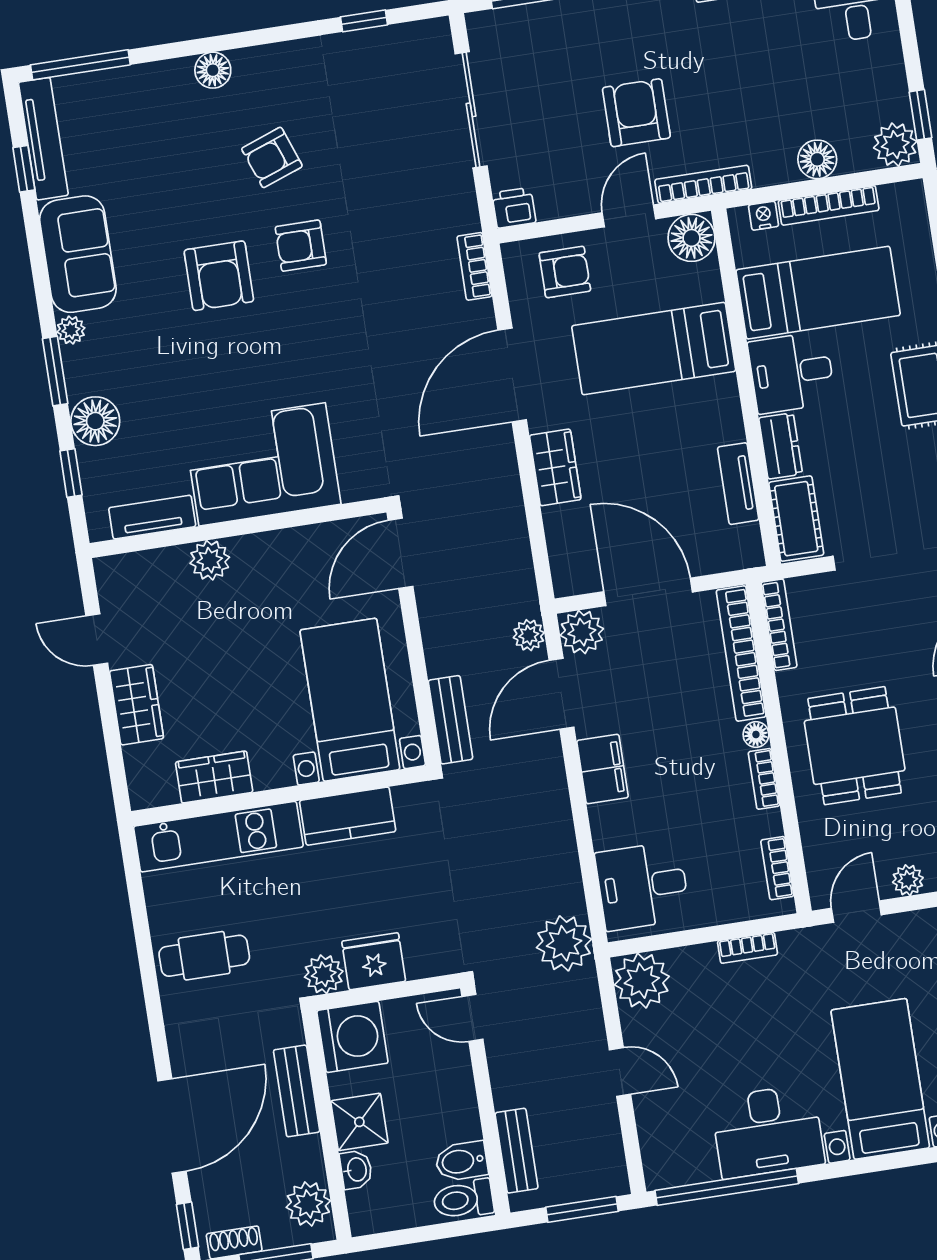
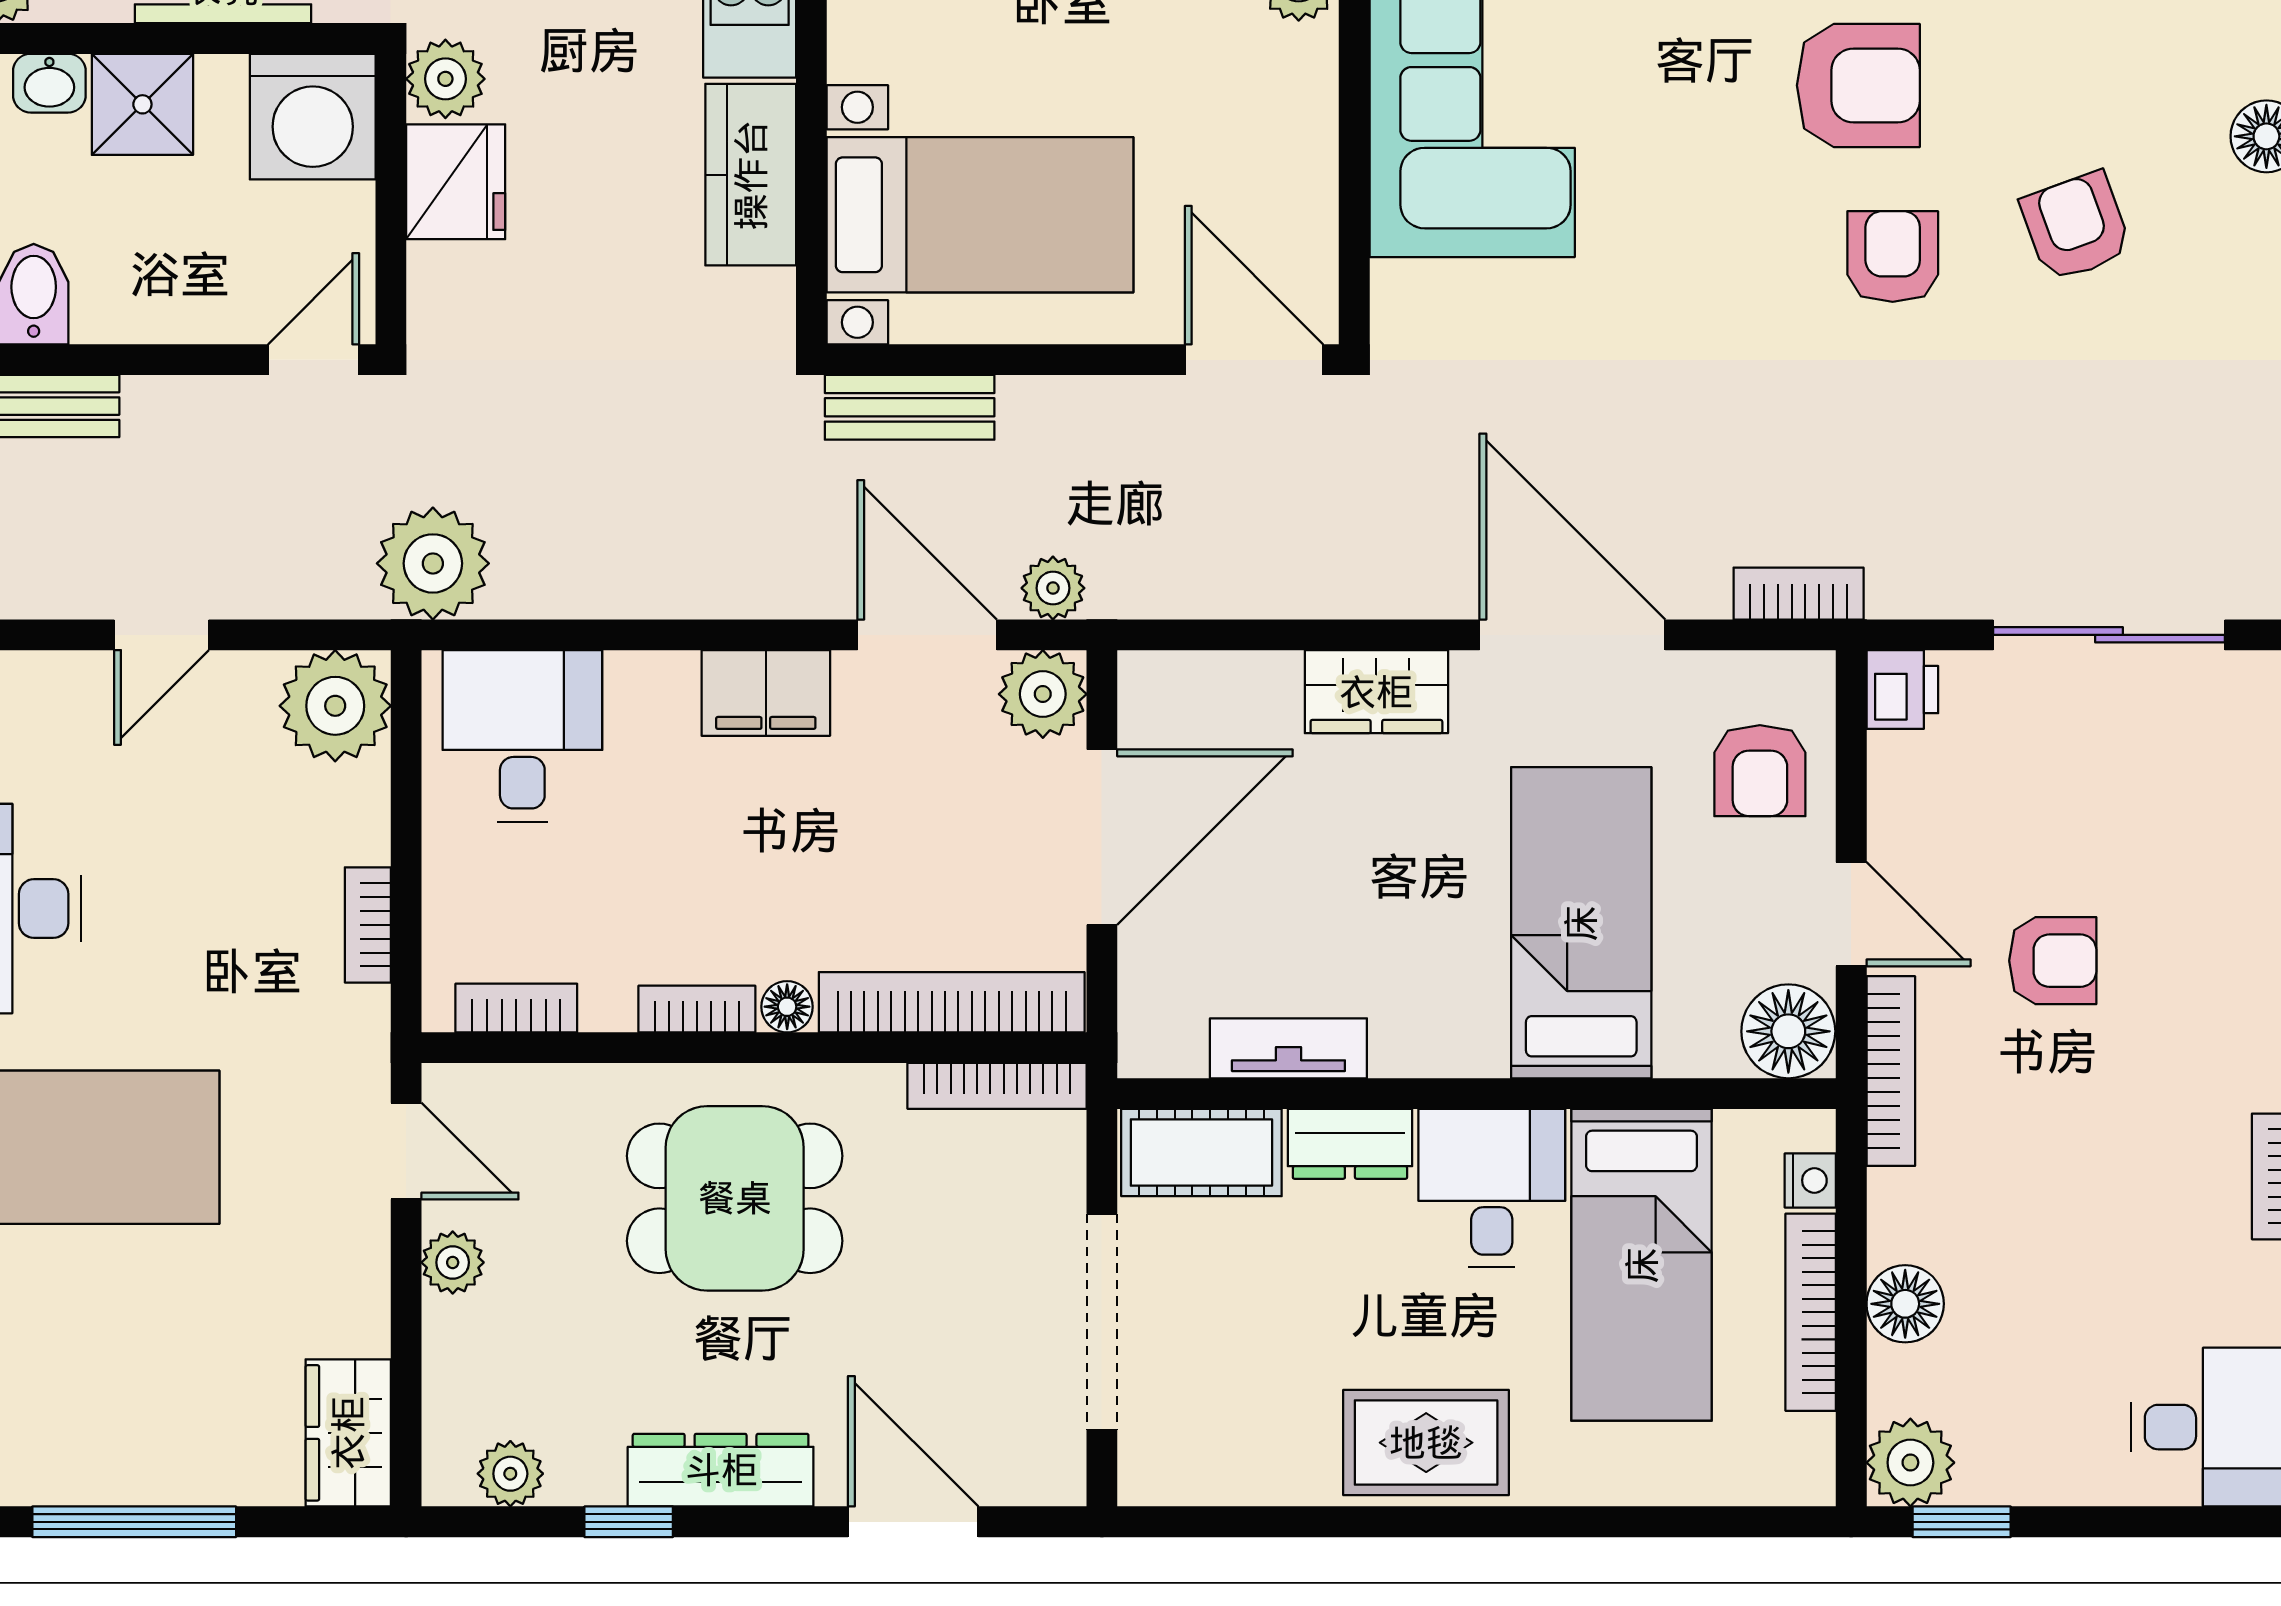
armchair: (636, 113) -> (2053, 961), width x0.72, depth x0.72
armchair: (219, 276) -> (1858, 85), turned 180

